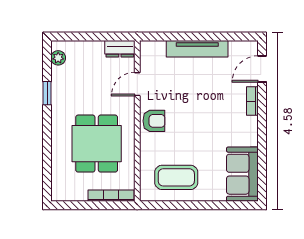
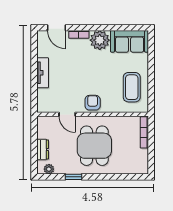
dresser: (120, 49) -> (43, 149), moved
tv unit: (197, 49) -> (43, 73), width x0.71
plant: (244, 131) -> (100, 40), added
dining table: (97, 144) -> (94, 146), moved, turned 90

